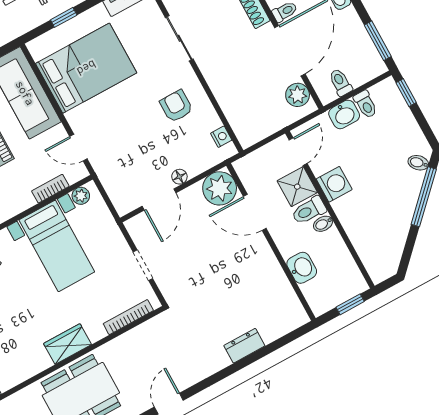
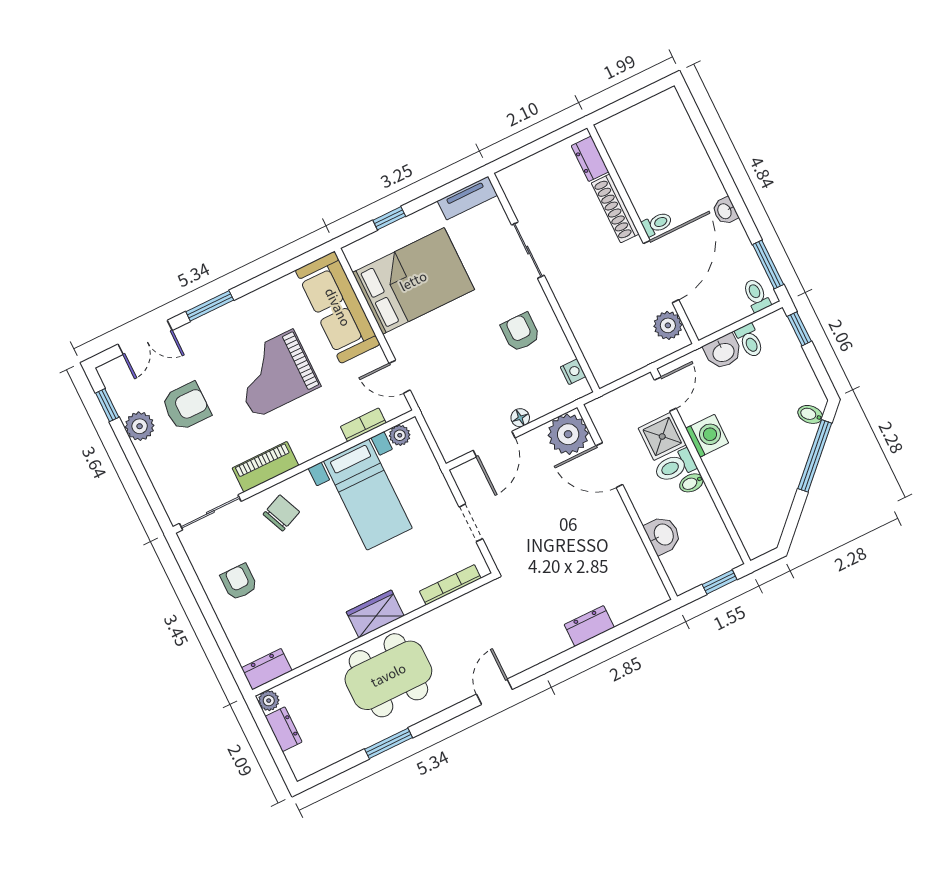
toilet: (340, 82) -> (756, 295), moved

